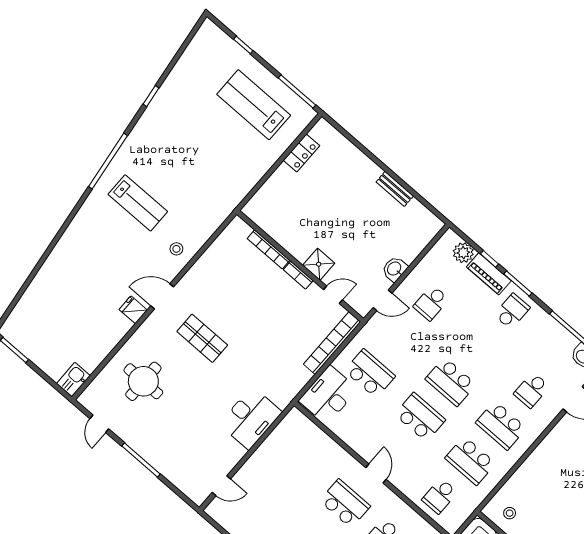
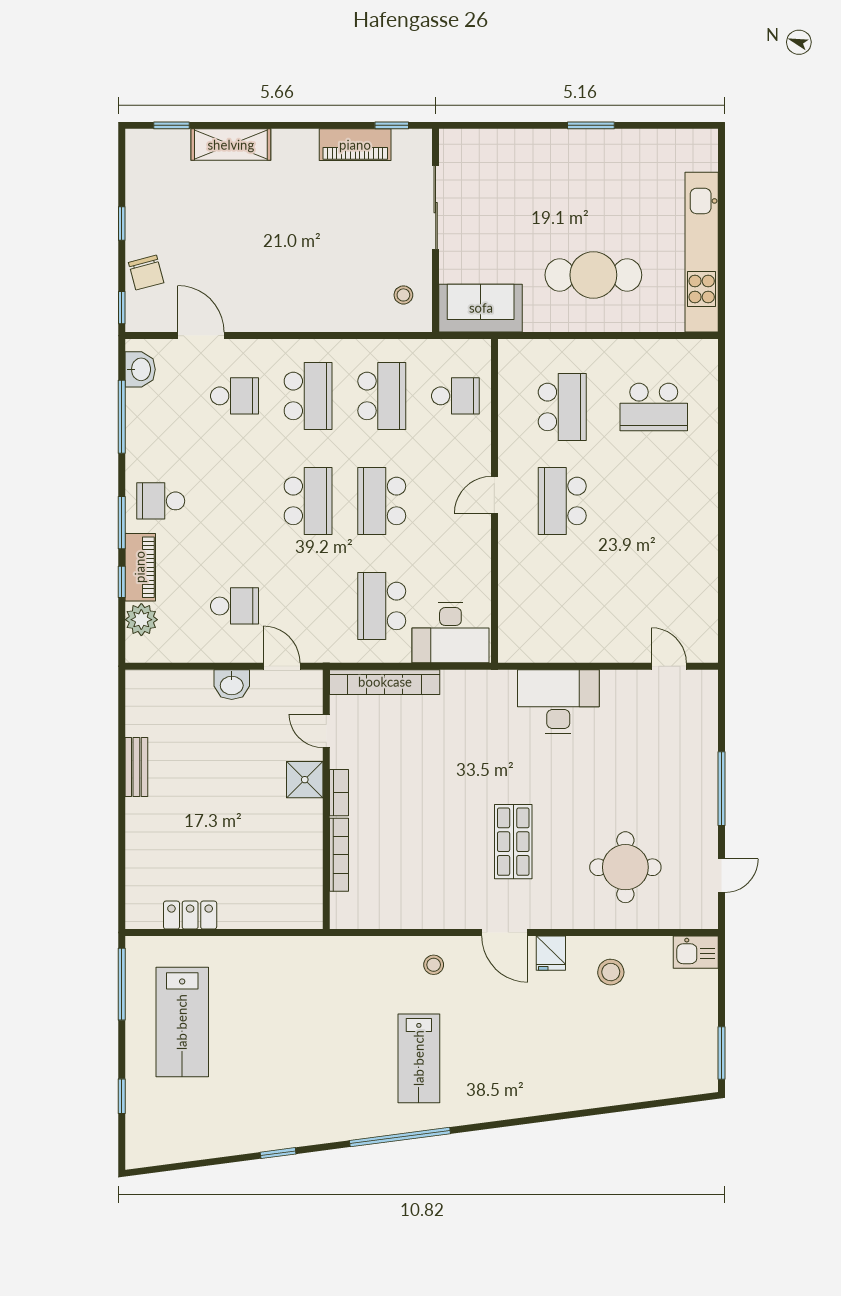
lab bench: (138, 203) -> (419, 1058), turned 180
stool: (99, 331) -> (611, 972), added

